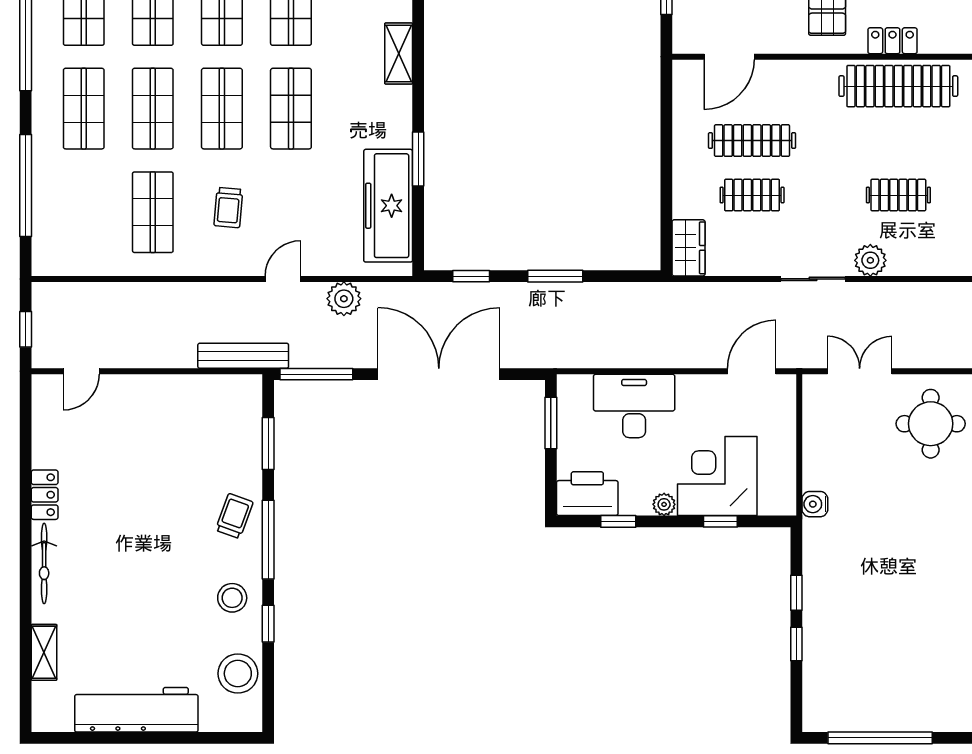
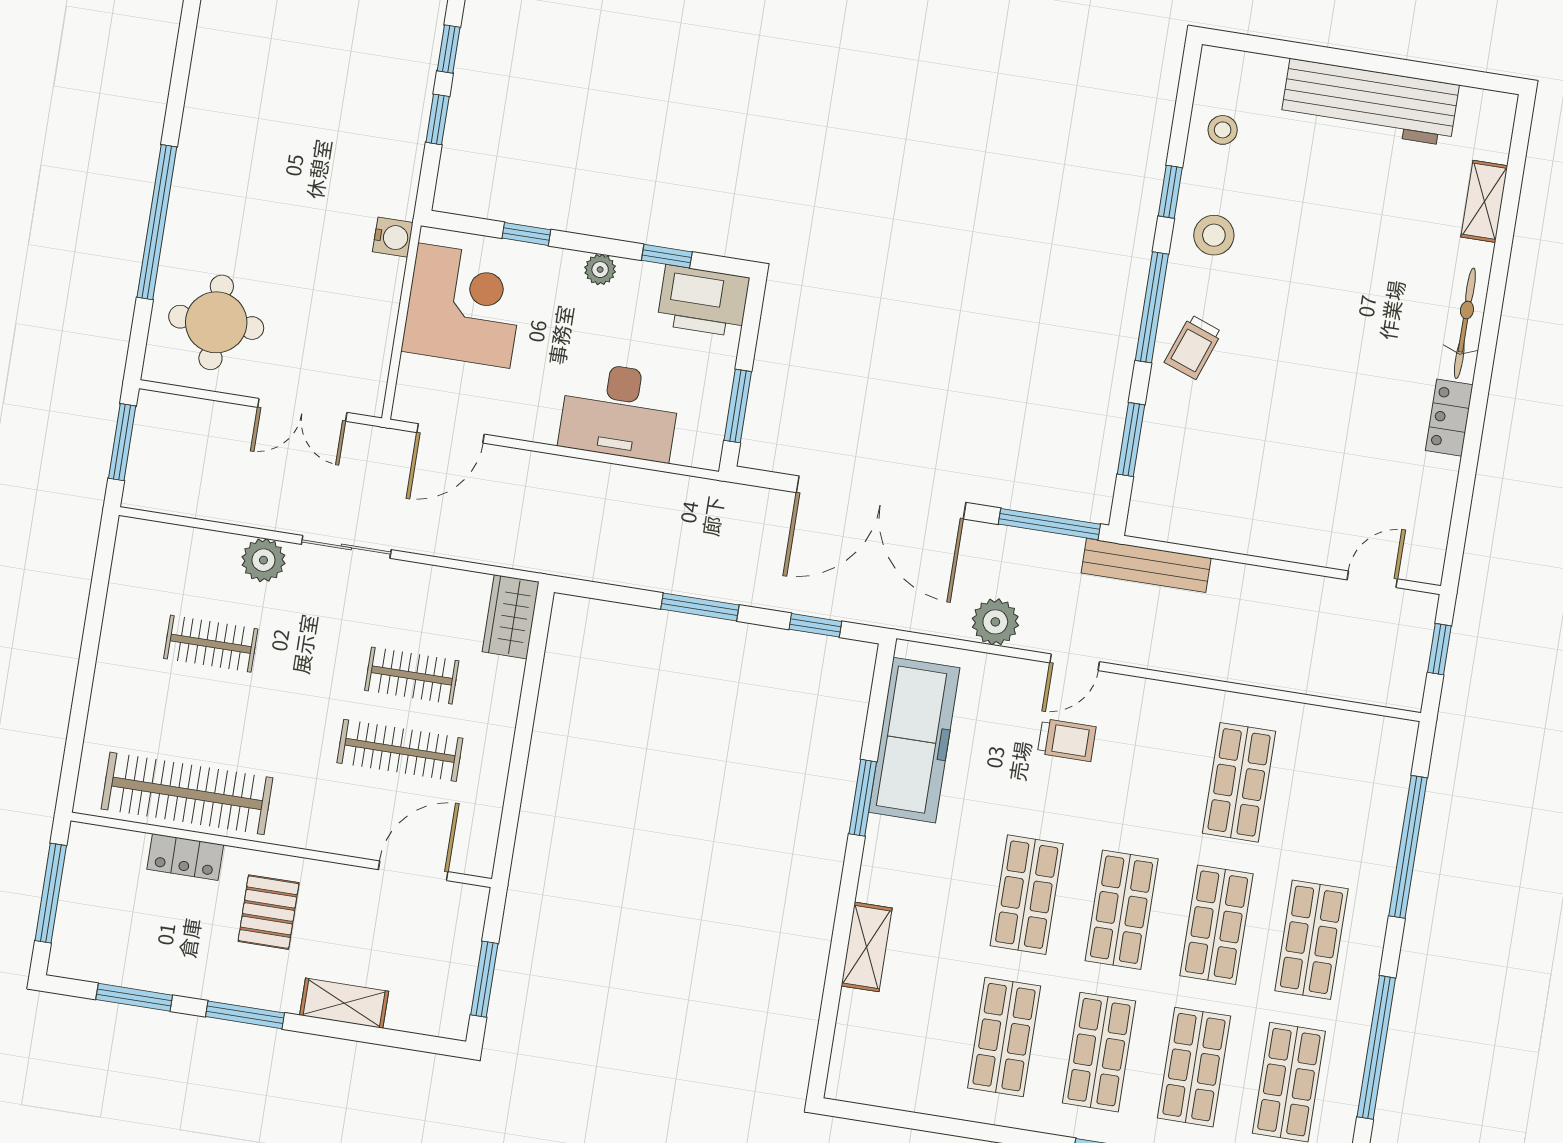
trolley: (228, 208) -> (1067, 740), moved, turned 85
corner desk: (717, 476) -> (464, 306), moved, turned -90
stool: (238, 674) -> (1223, 130), width x0.53, depth x0.53

